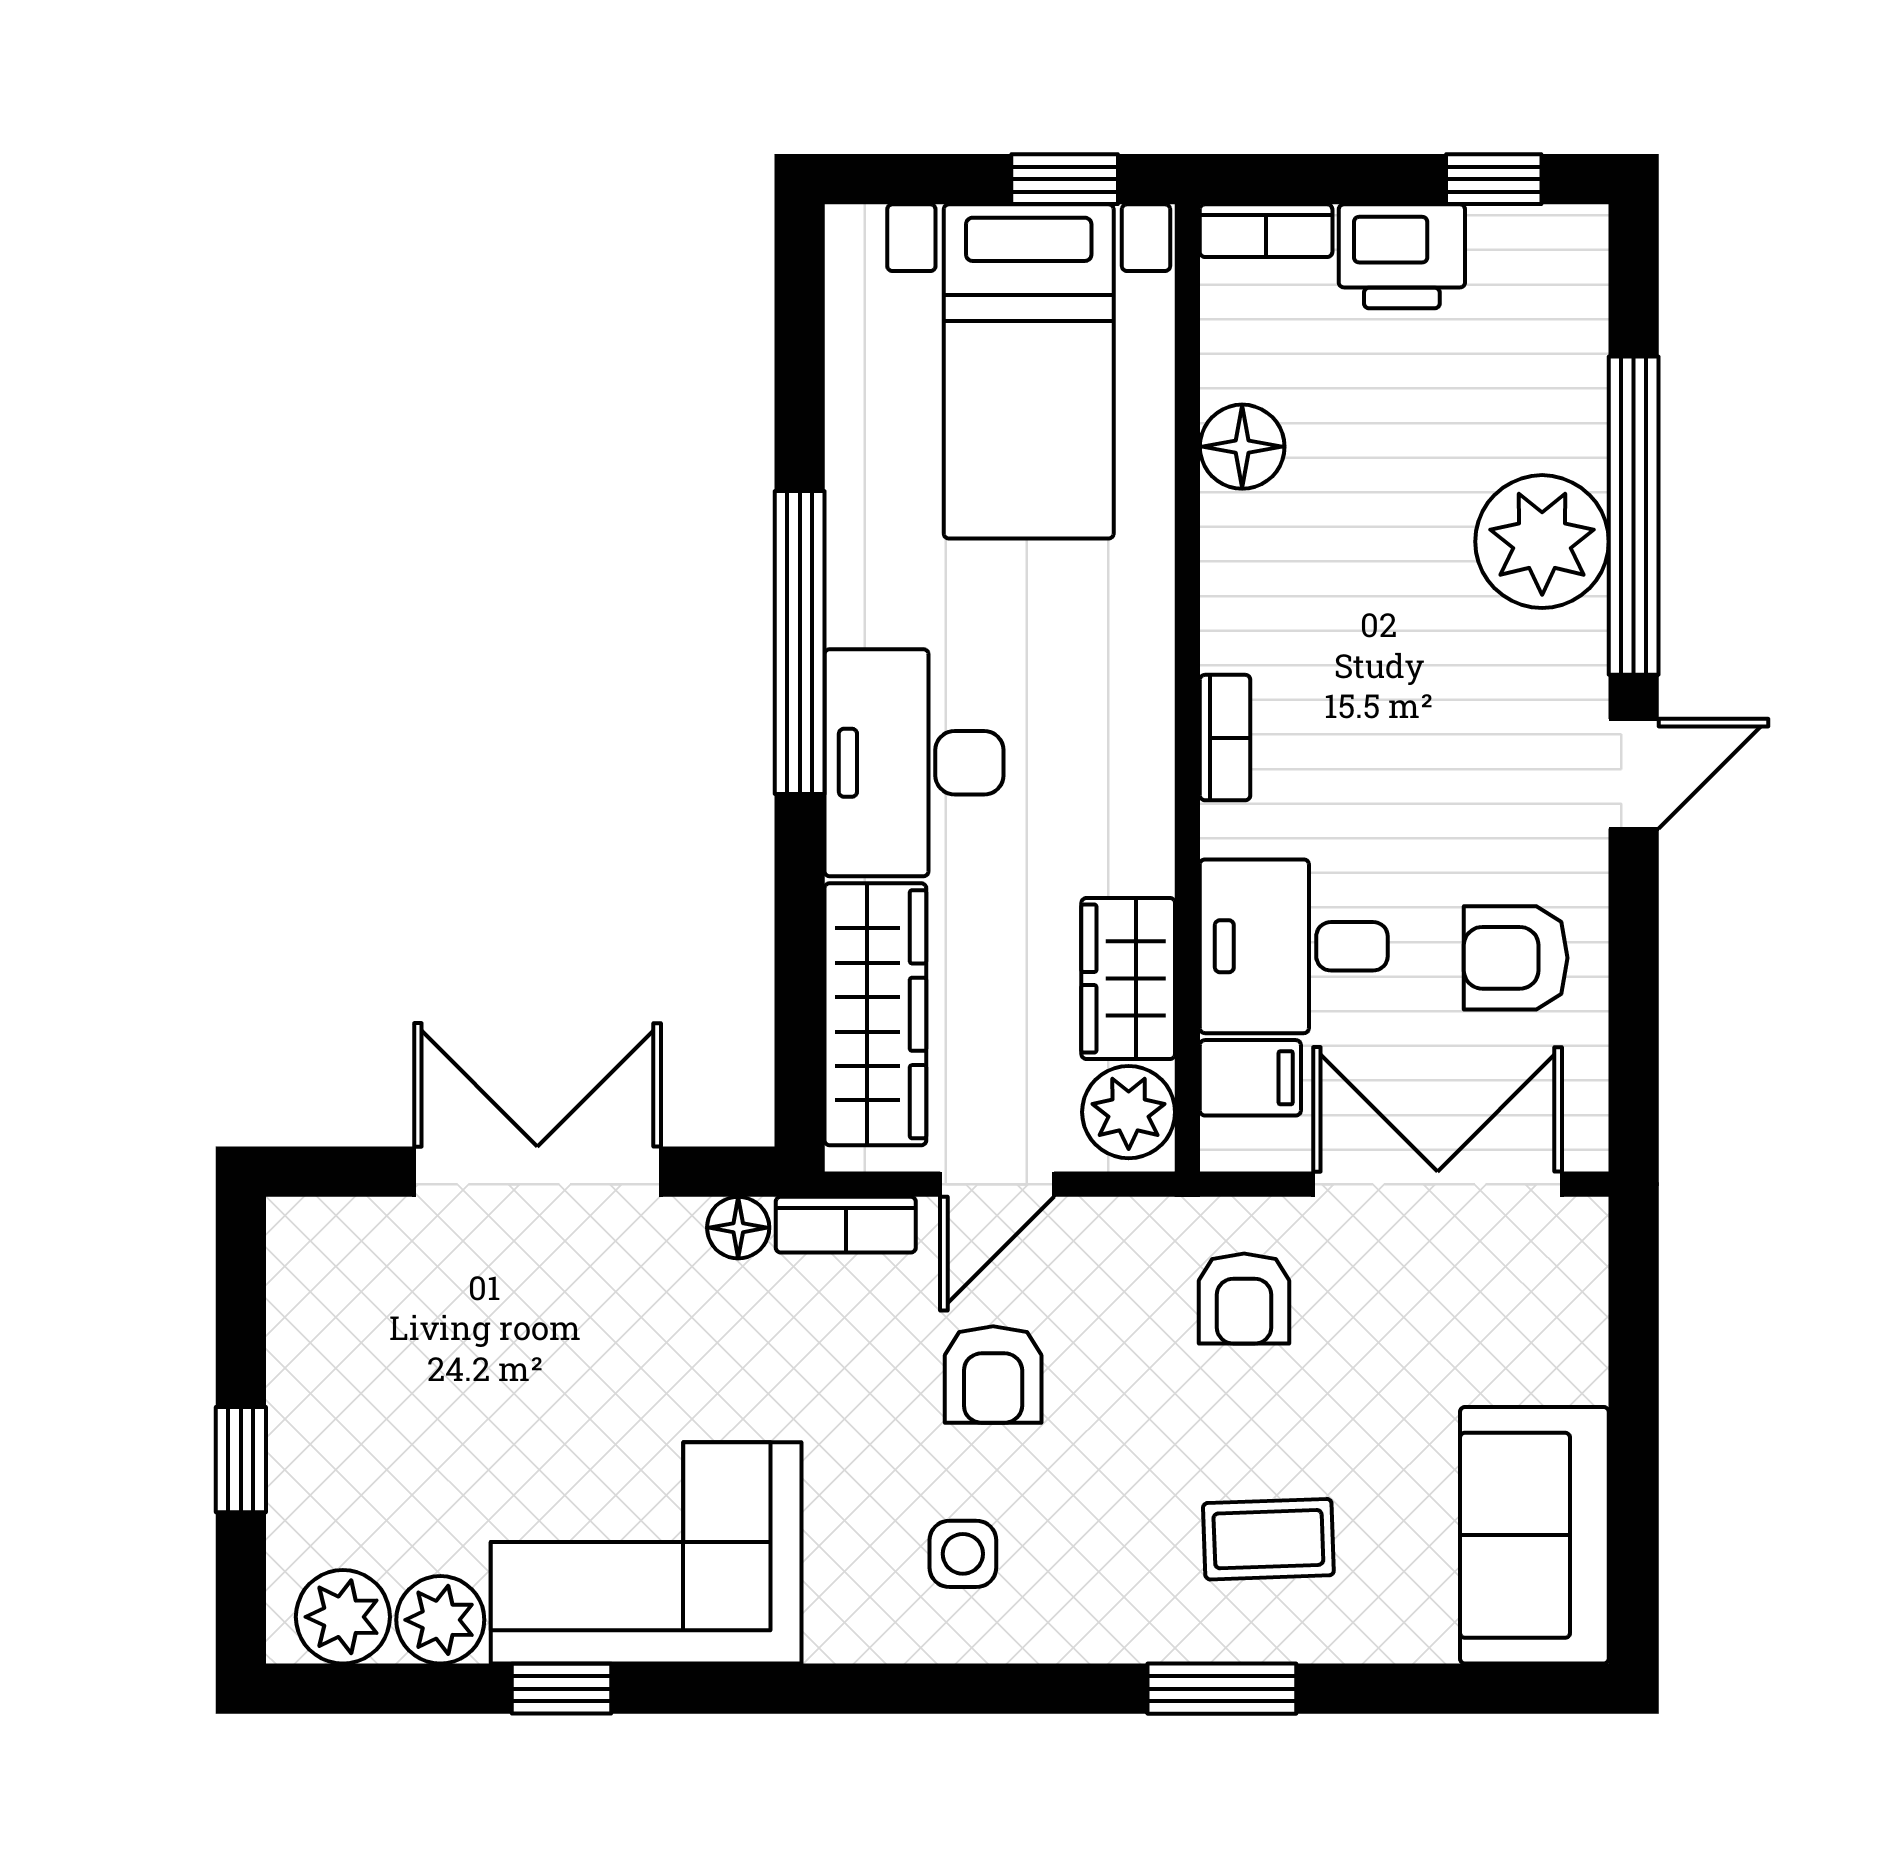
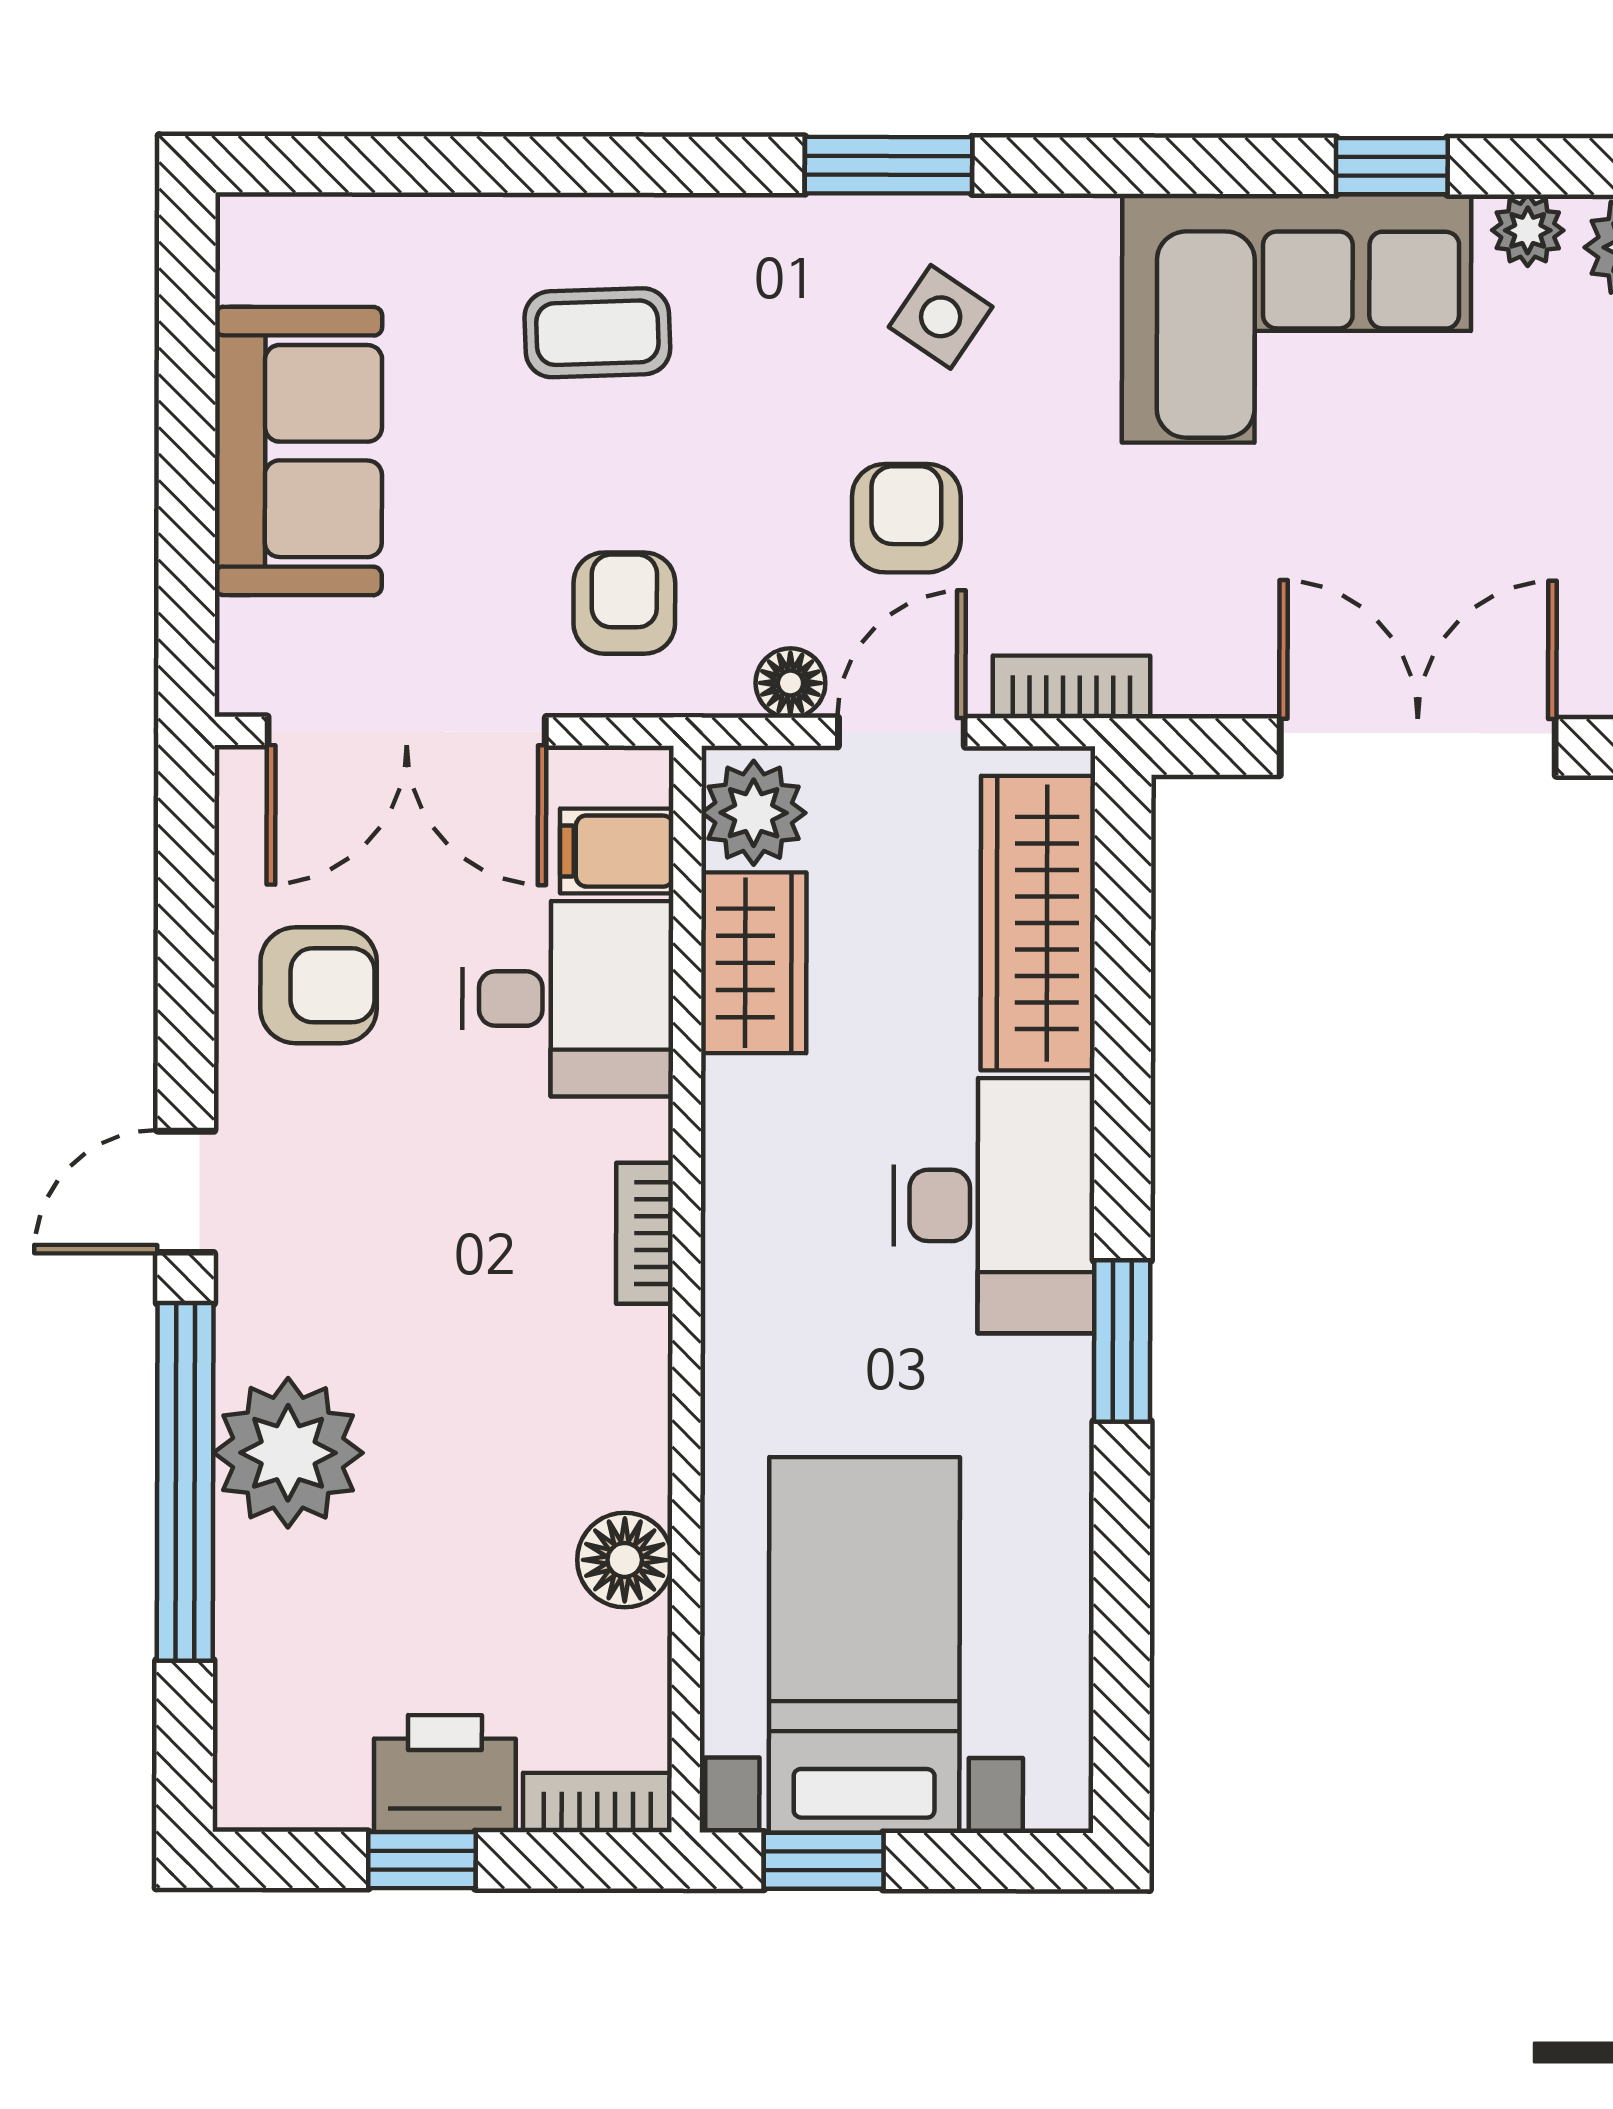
window: (1494, 179) -> (422, 1860), moved
window: (800, 642) -> (1122, 1341), width x0.47
double door: (537, 1172) -> (1418, 747), swing flipped
floor lamp: (738, 1228) -> (790, 683), moved
sofa: (1534, 1535) -> (298, 451), moved
side table: (963, 1554) -> (941, 317), turned 34
plant: (440, 1620) -> (1528, 230), width x0.73, depth x0.73
window: (1222, 1689) -> (889, 165), moved

